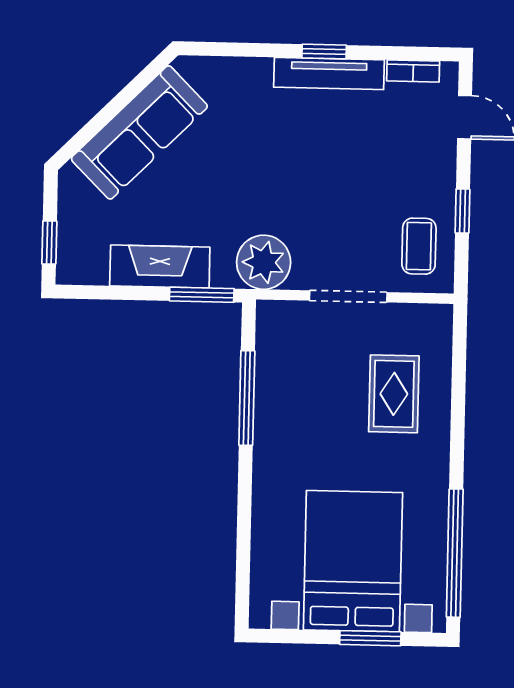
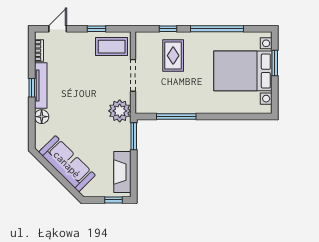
floor lamp: (254, 74) -> (42, 117), added
coffee table: (419, 246) -> (112, 47), width x1.36, depth x1.30
fireplace: (160, 266) -> (122, 172), moved
window: (459, 383) -> (168, 29), added
rug: (394, 394) -> (173, 56), turned 90
window: (455, 553) -> (217, 29), moved

